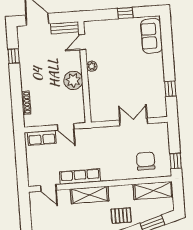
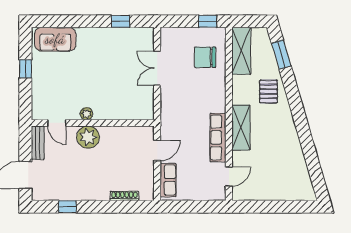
plant: (73, 80) -> (88, 137), moved

